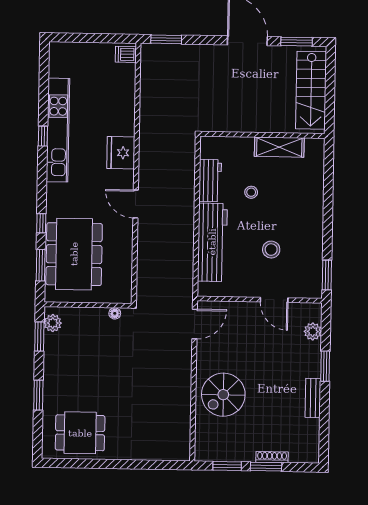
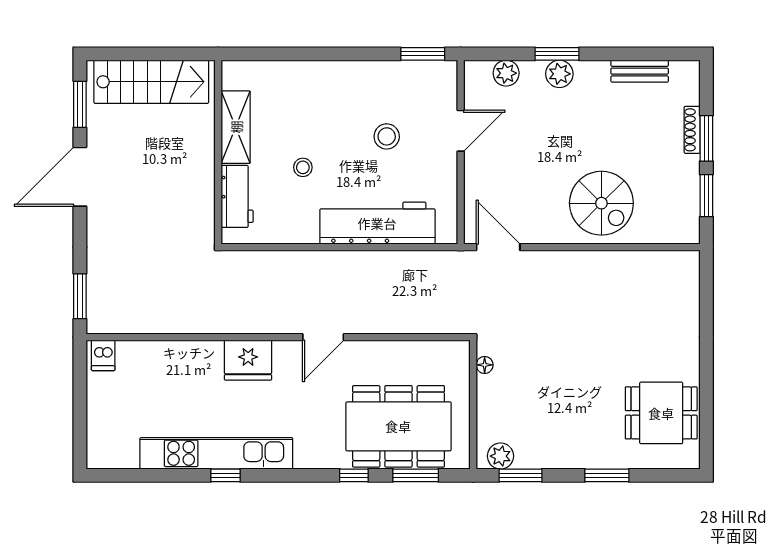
workbench: (210, 181) -> (237, 196), moved, turned 90
plant: (312, 368) -> (559, 74), added
bench: (313, 398) -> (640, 71), moved
dining table: (80, 433) -> (661, 413), turned 90

